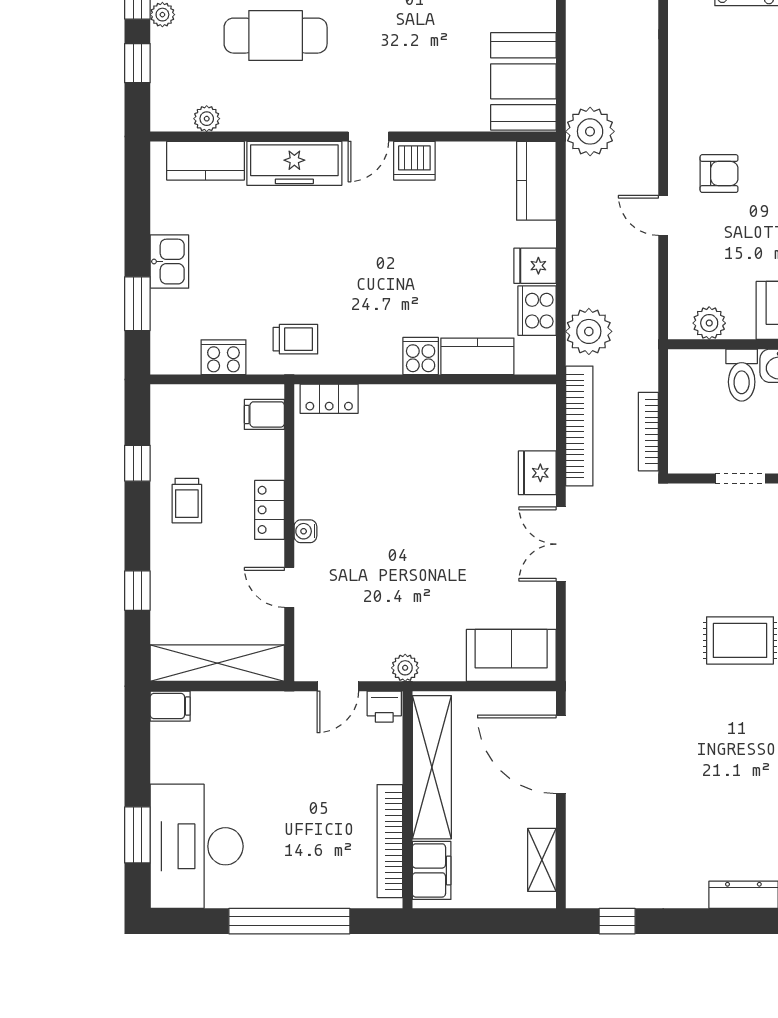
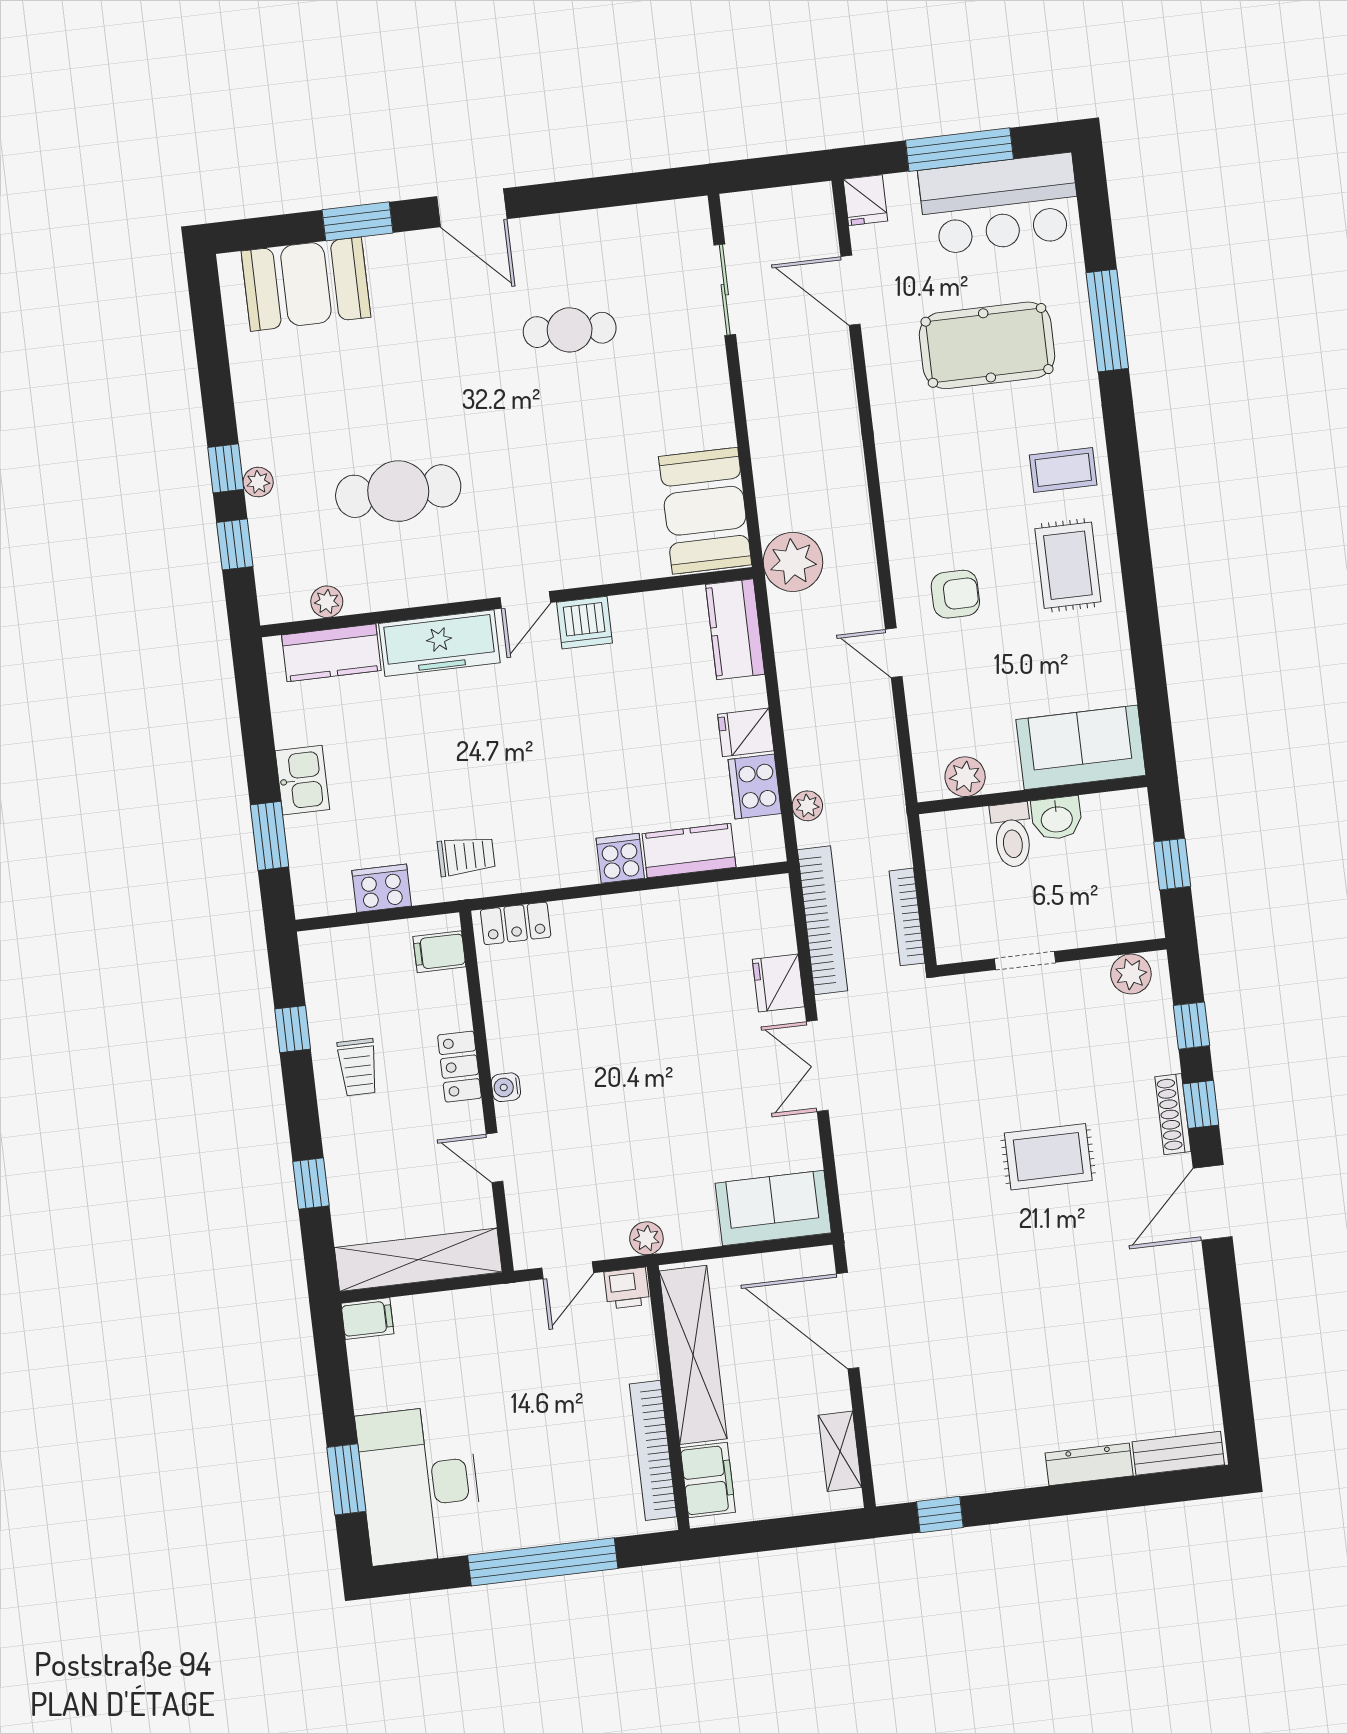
plant: (589, 331) -> (807, 806), width x0.53, depth x0.53

